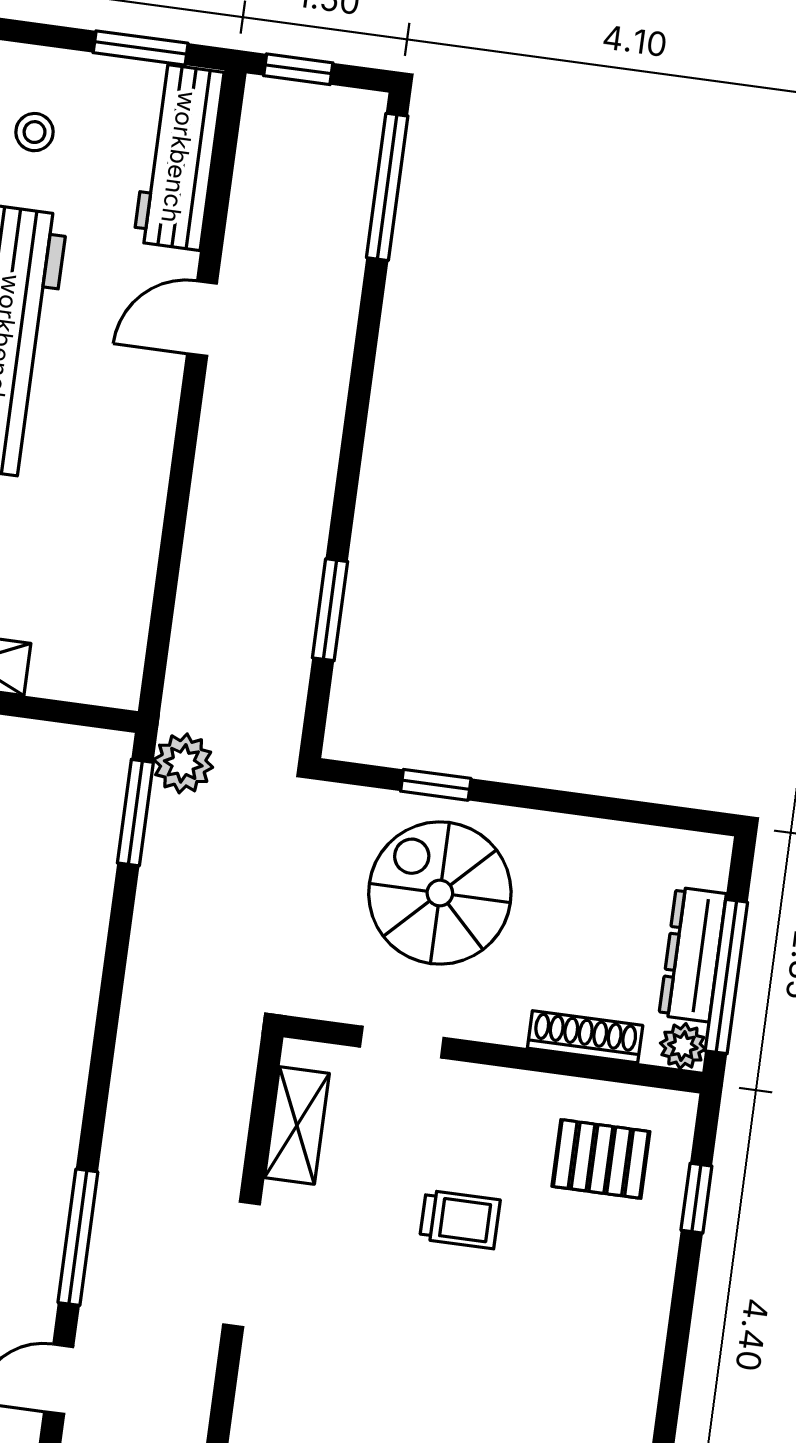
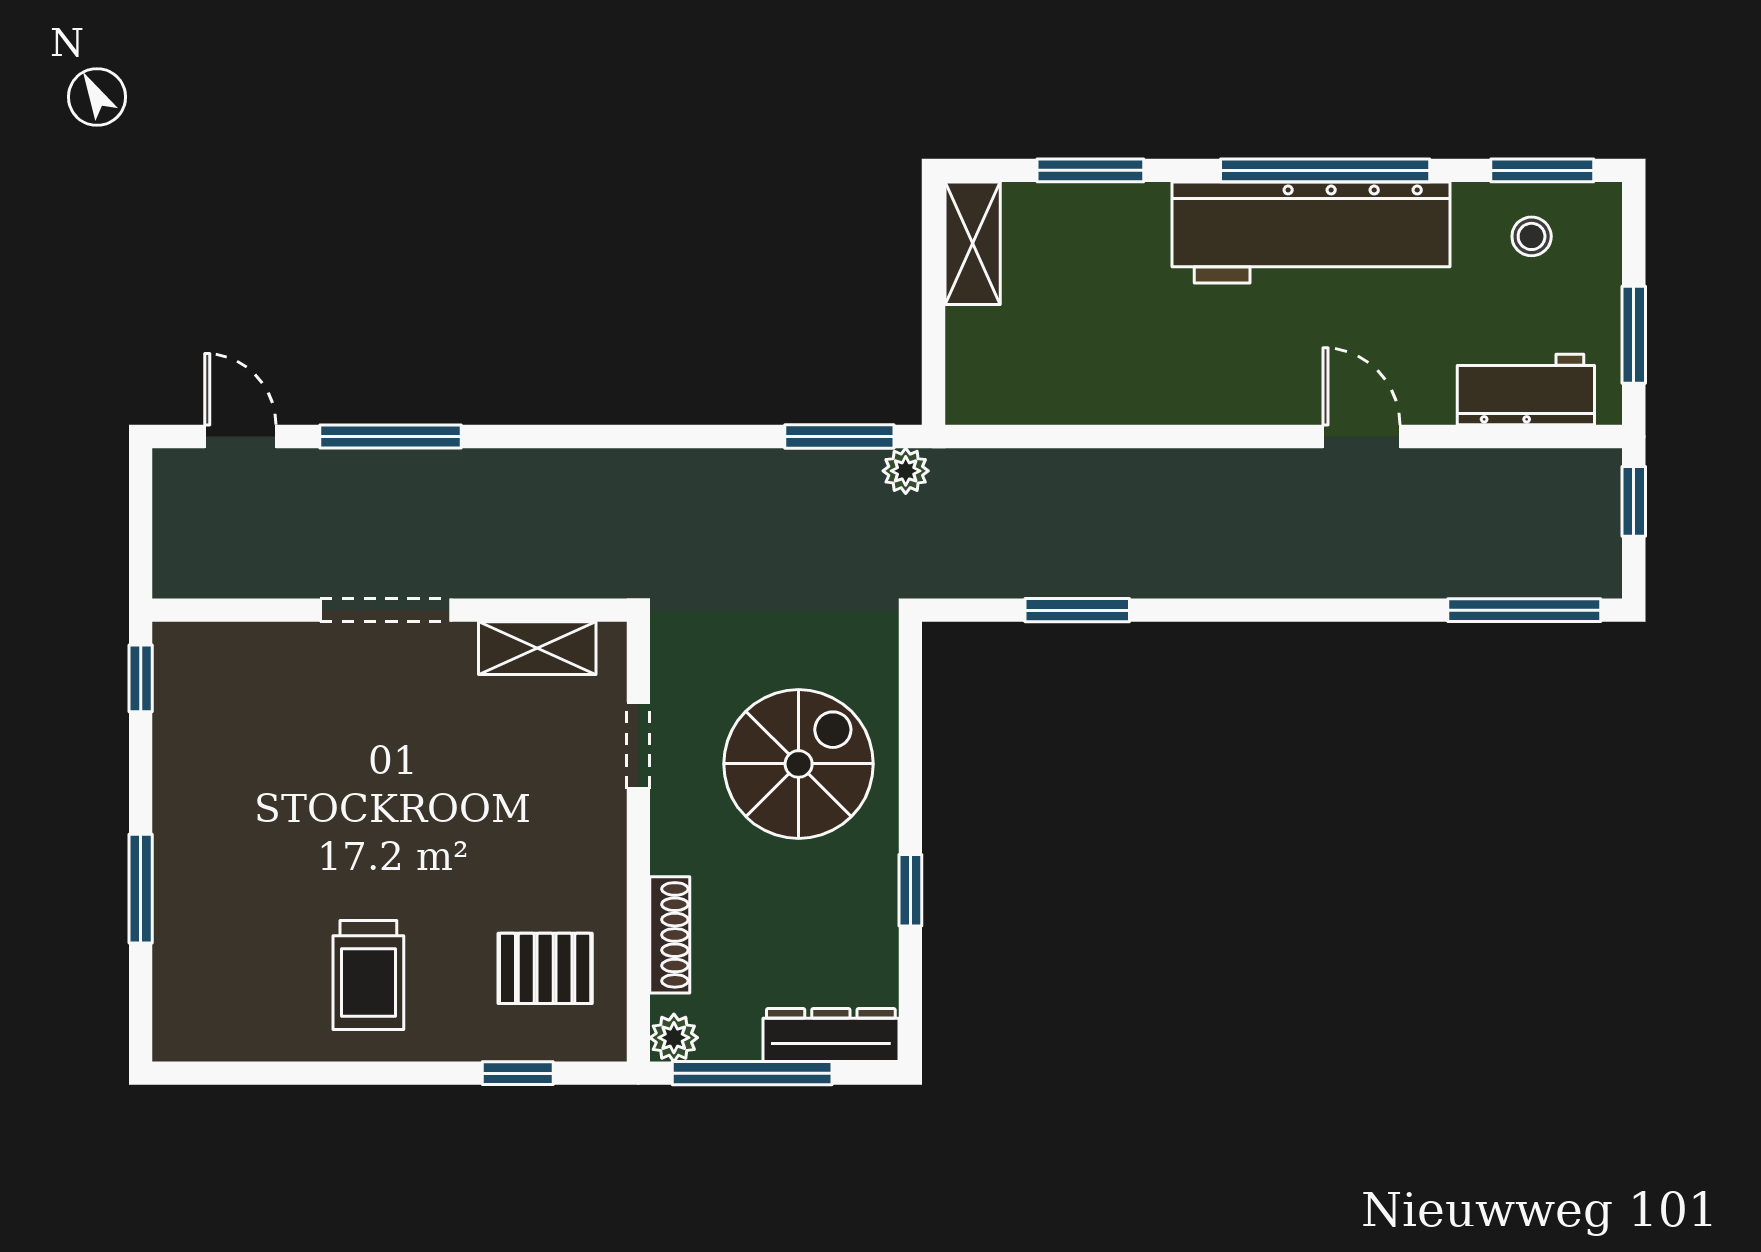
workbench: (179, 157) -> (1526, 390), width x0.73
plant: (183, 763) -> (906, 471), width x0.73, depth x0.73
window: (436, 785) -> (910, 890), moved
dresser: (693, 955) -> (831, 1035), moved
pallet: (601, 1159) -> (545, 968), turned 90
trolley: (460, 1219) -> (368, 975), moved, width x1.36, depth x1.39

